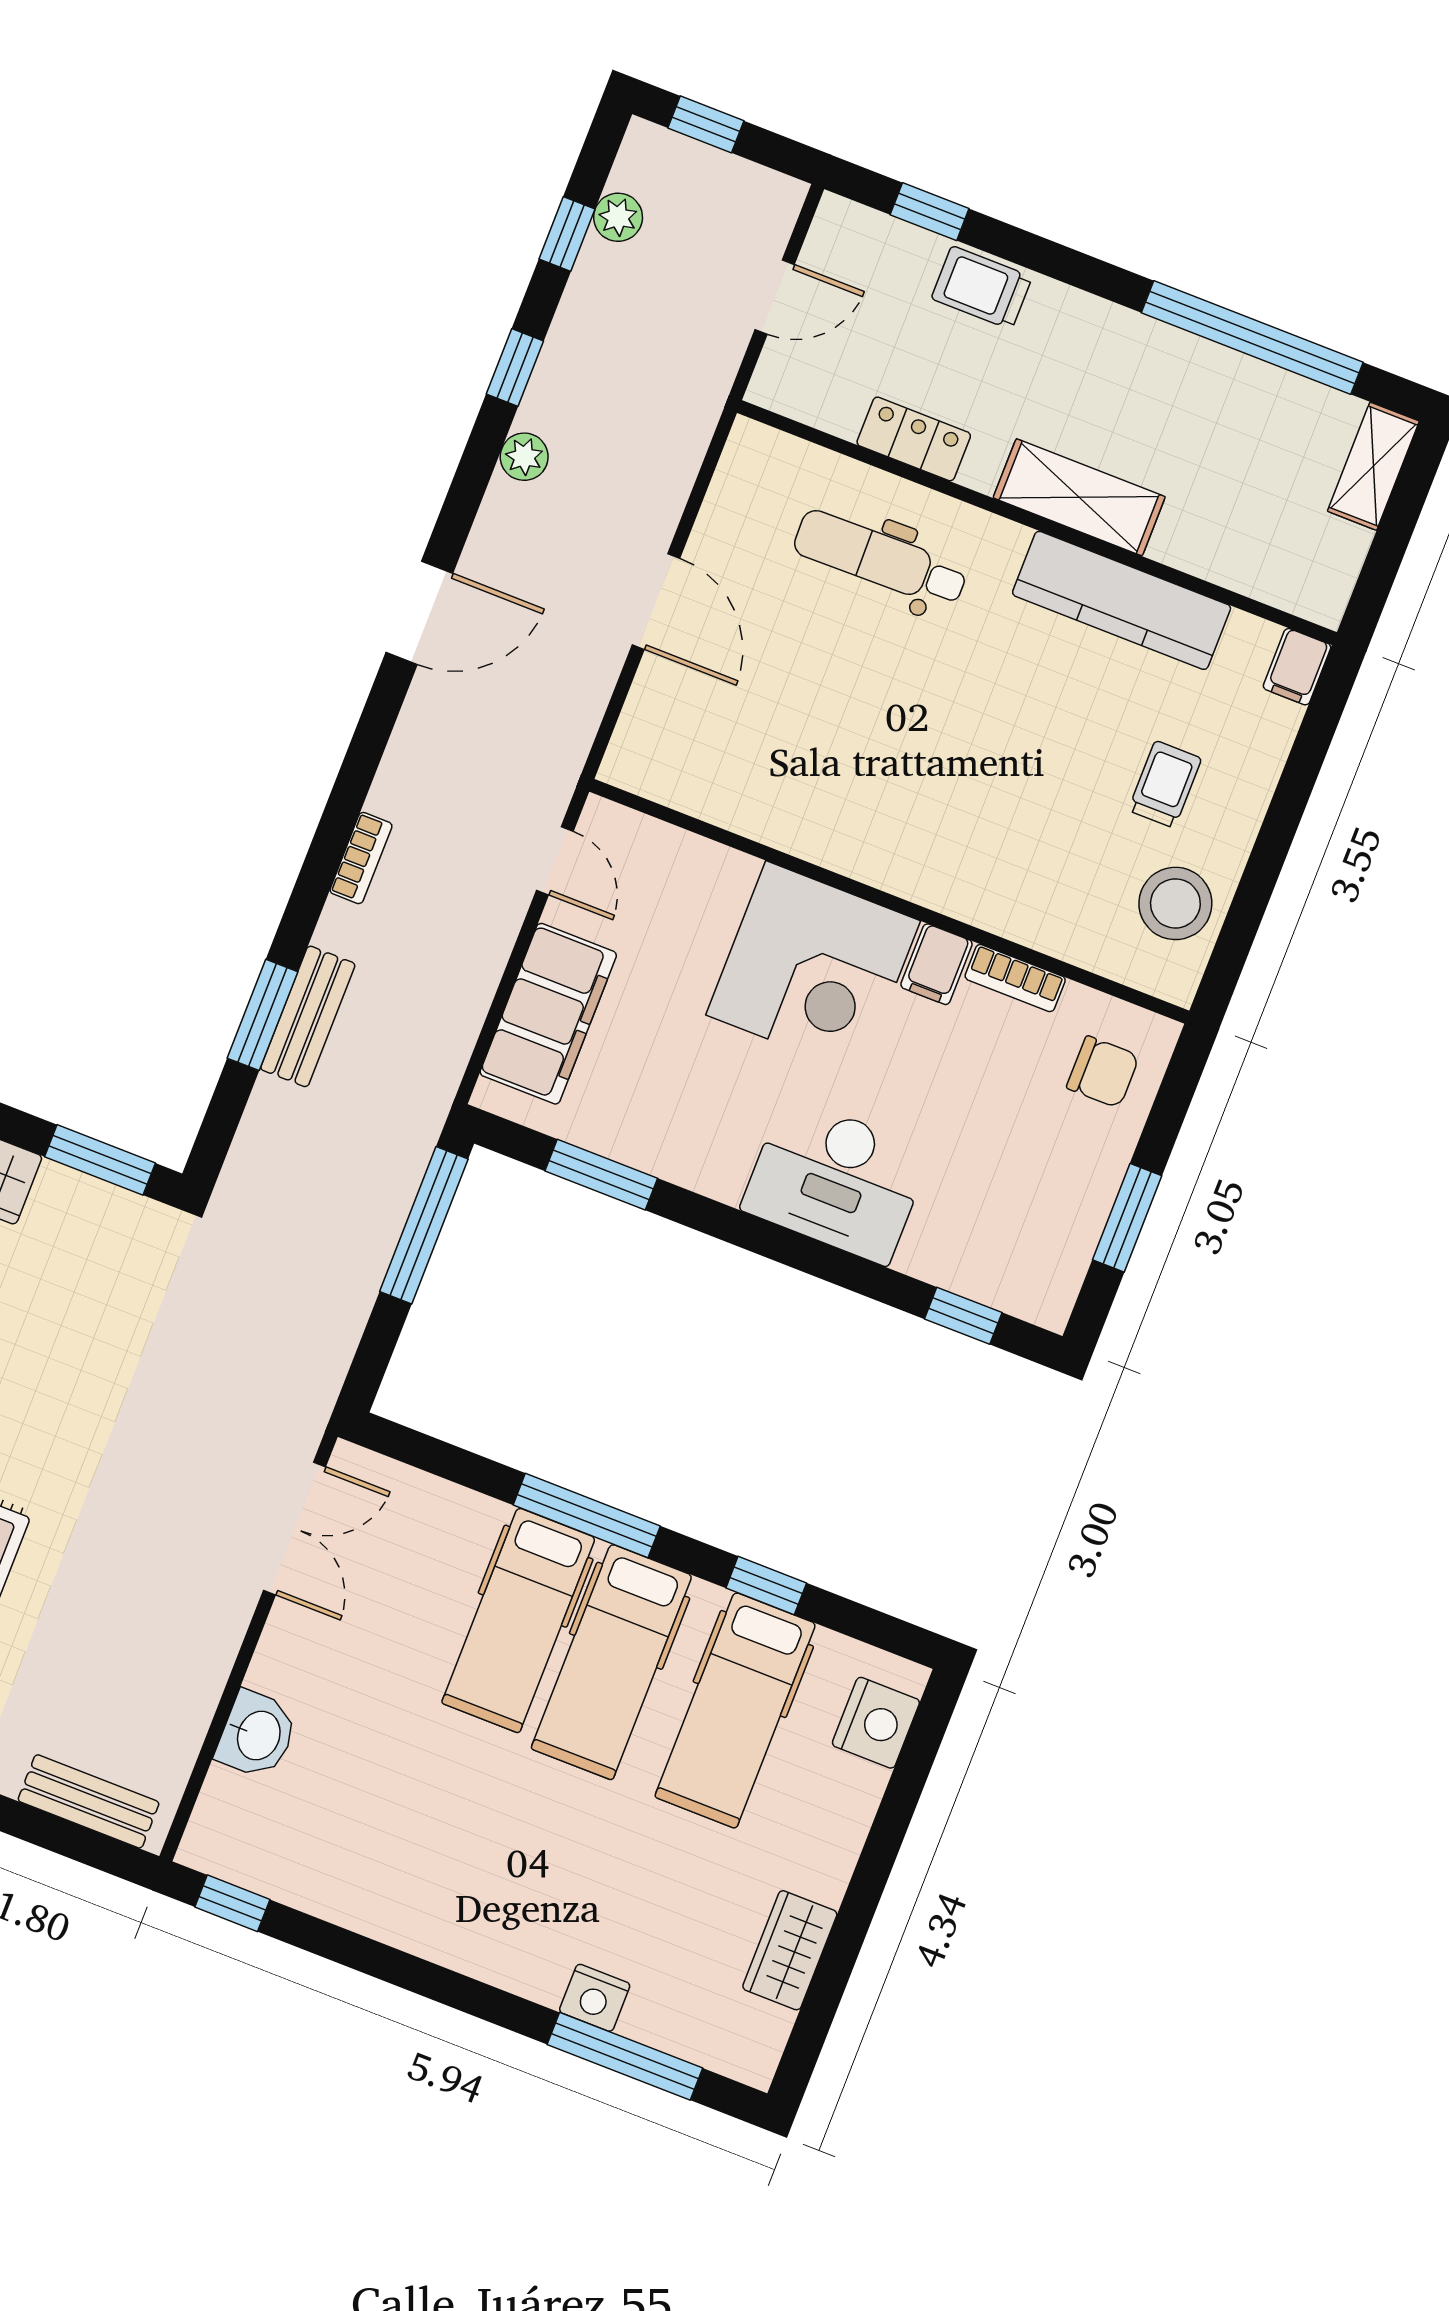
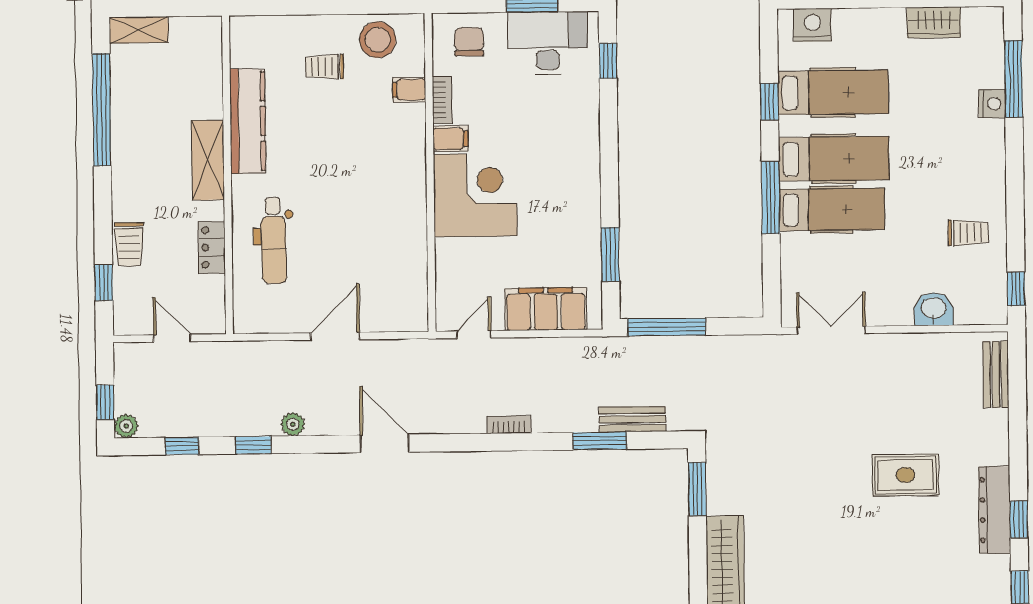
plant: (618, 217) -> (126, 426), moved
filing cabinet: (1297, 667) -> (409, 90), moved, turned 180
bench: (308, 1016) -> (632, 419), moved
desk: (836, 1180) -> (548, 43), moved, turned -90
trolley: (373, 1856) -> (968, 233), added

